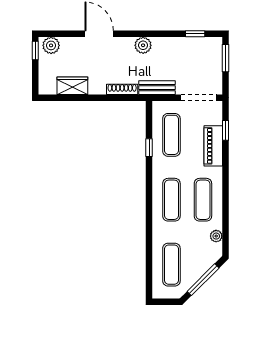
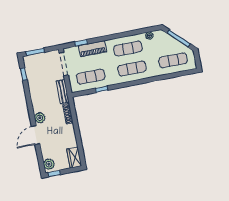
plant: (143, 45) -> (40, 118), moved
wardrobe: (72, 86) -> (74, 157), moved

